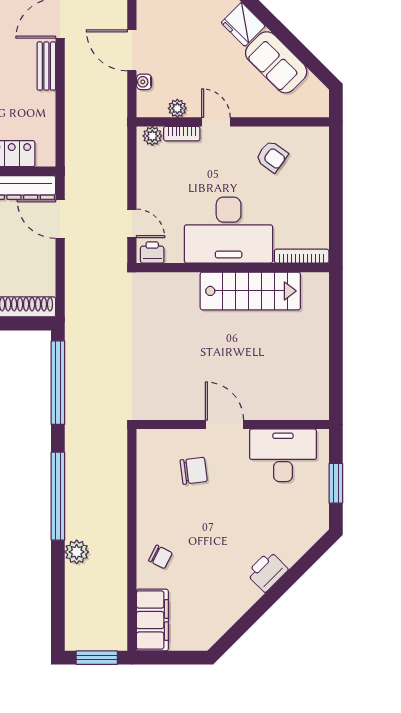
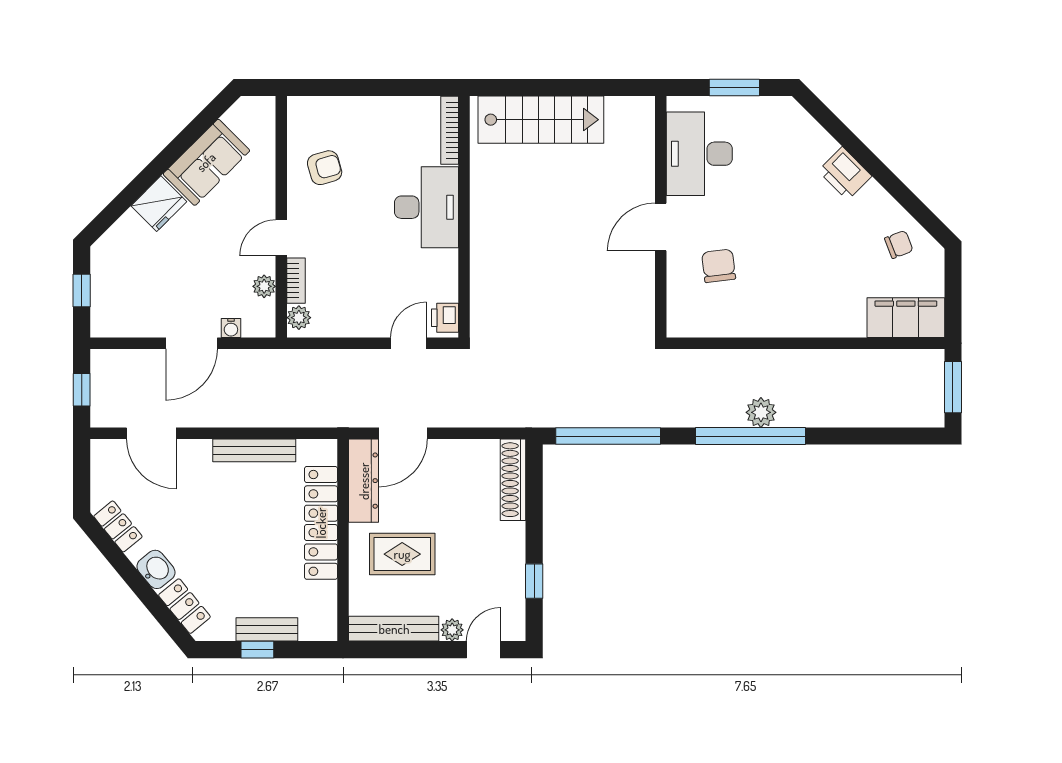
bench: (46, 66) -> (254, 450), moved, width x1.36
armchair: (272, 156) -> (325, 168), turned 38
desk: (229, 230) -> (426, 207), width x0.73, depth x0.77
stairs: (250, 291) -> (541, 120), moved, turned 90
plant: (77, 552) -> (761, 412), moved
chair: (160, 557) -> (899, 244), moved, turned 42

